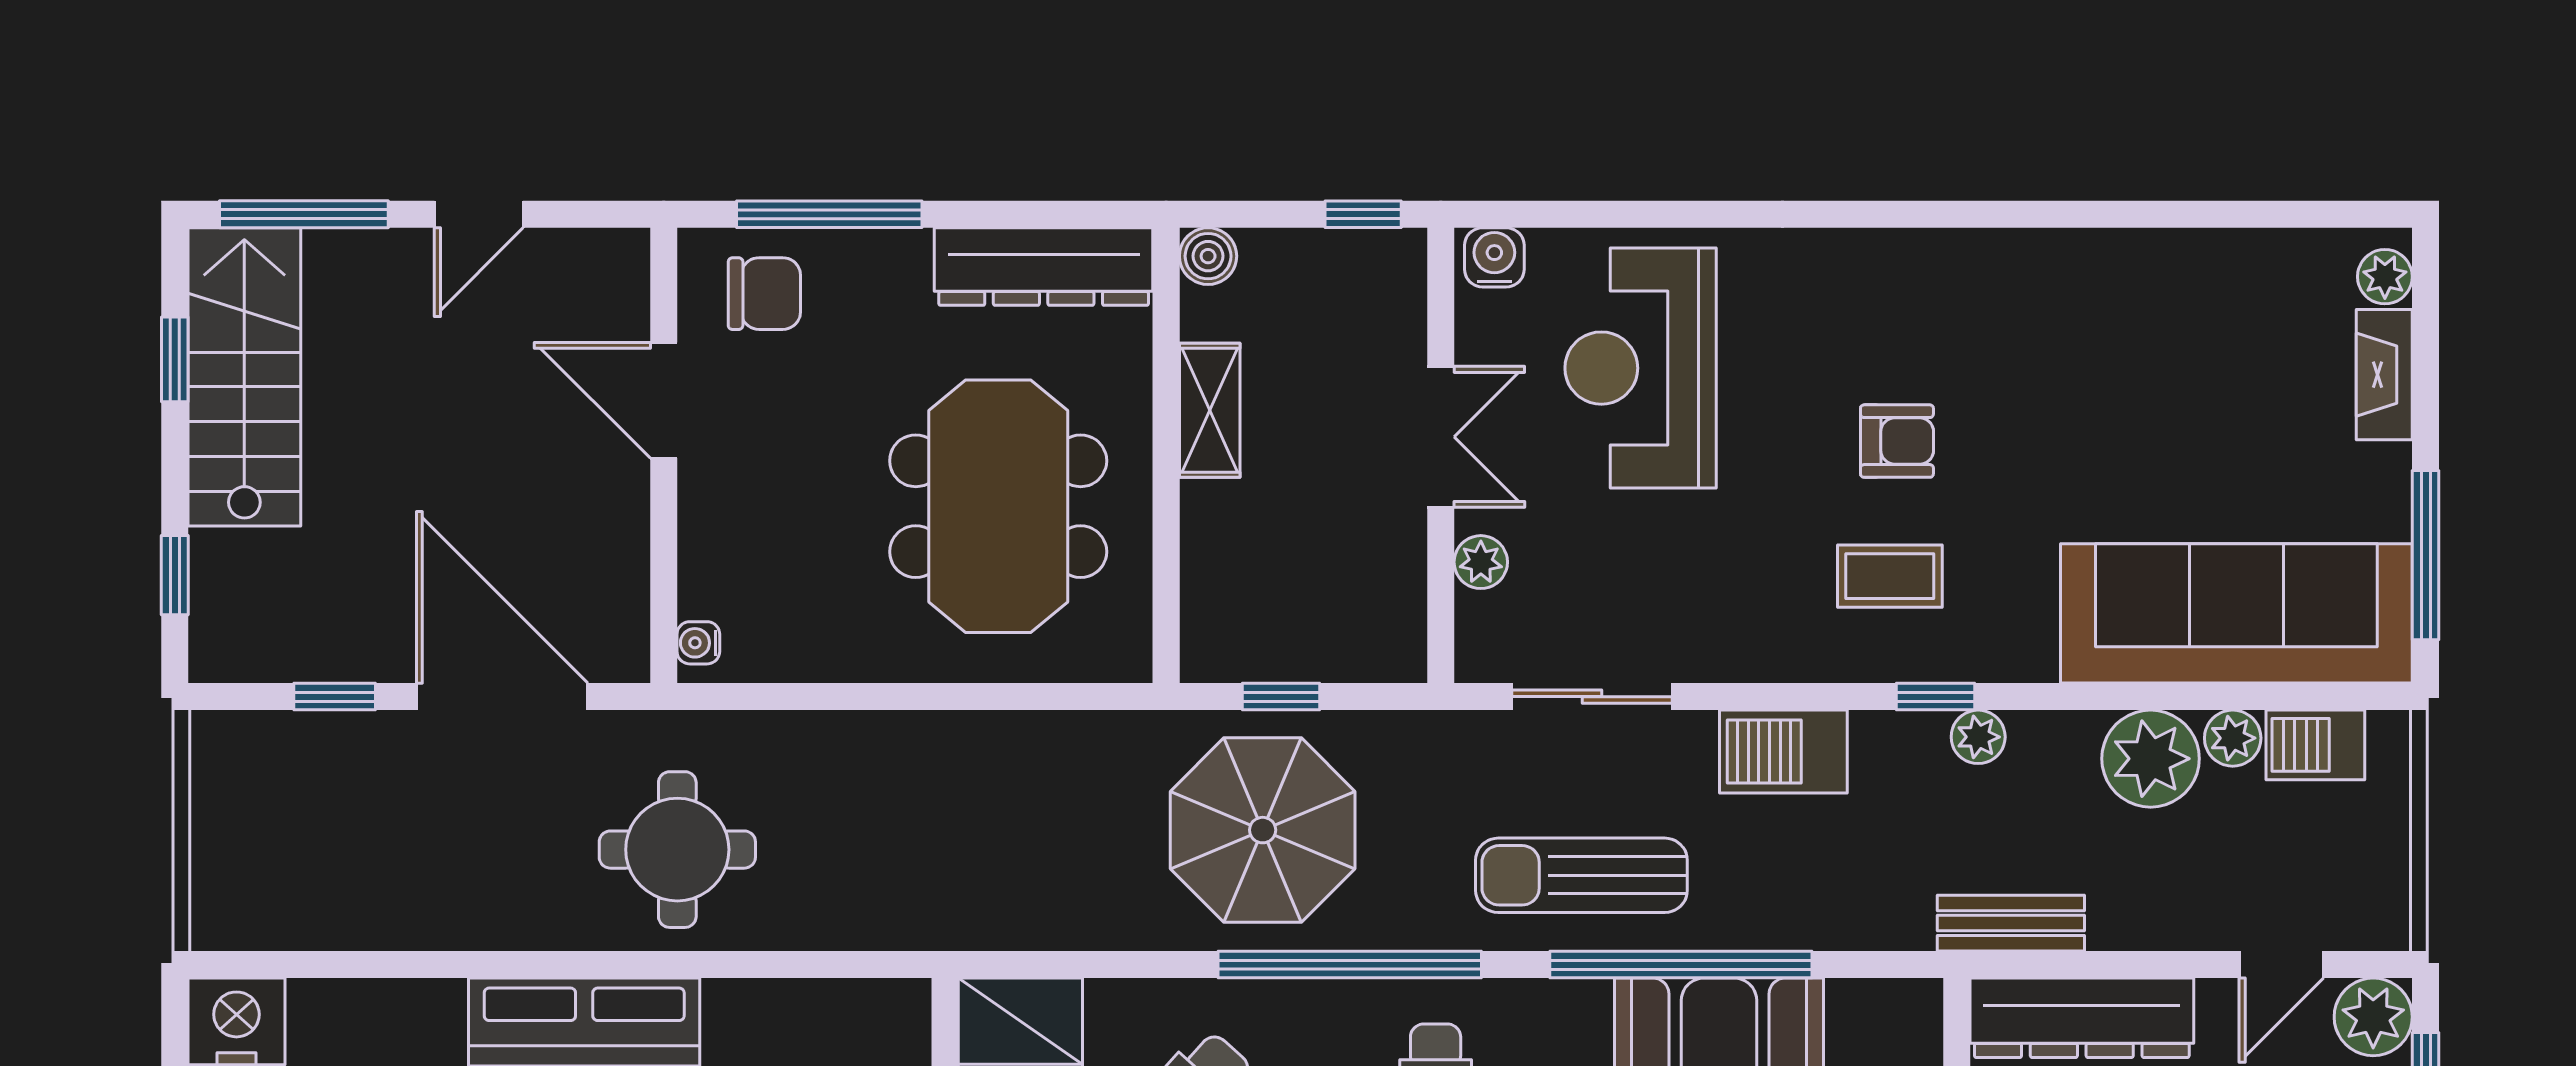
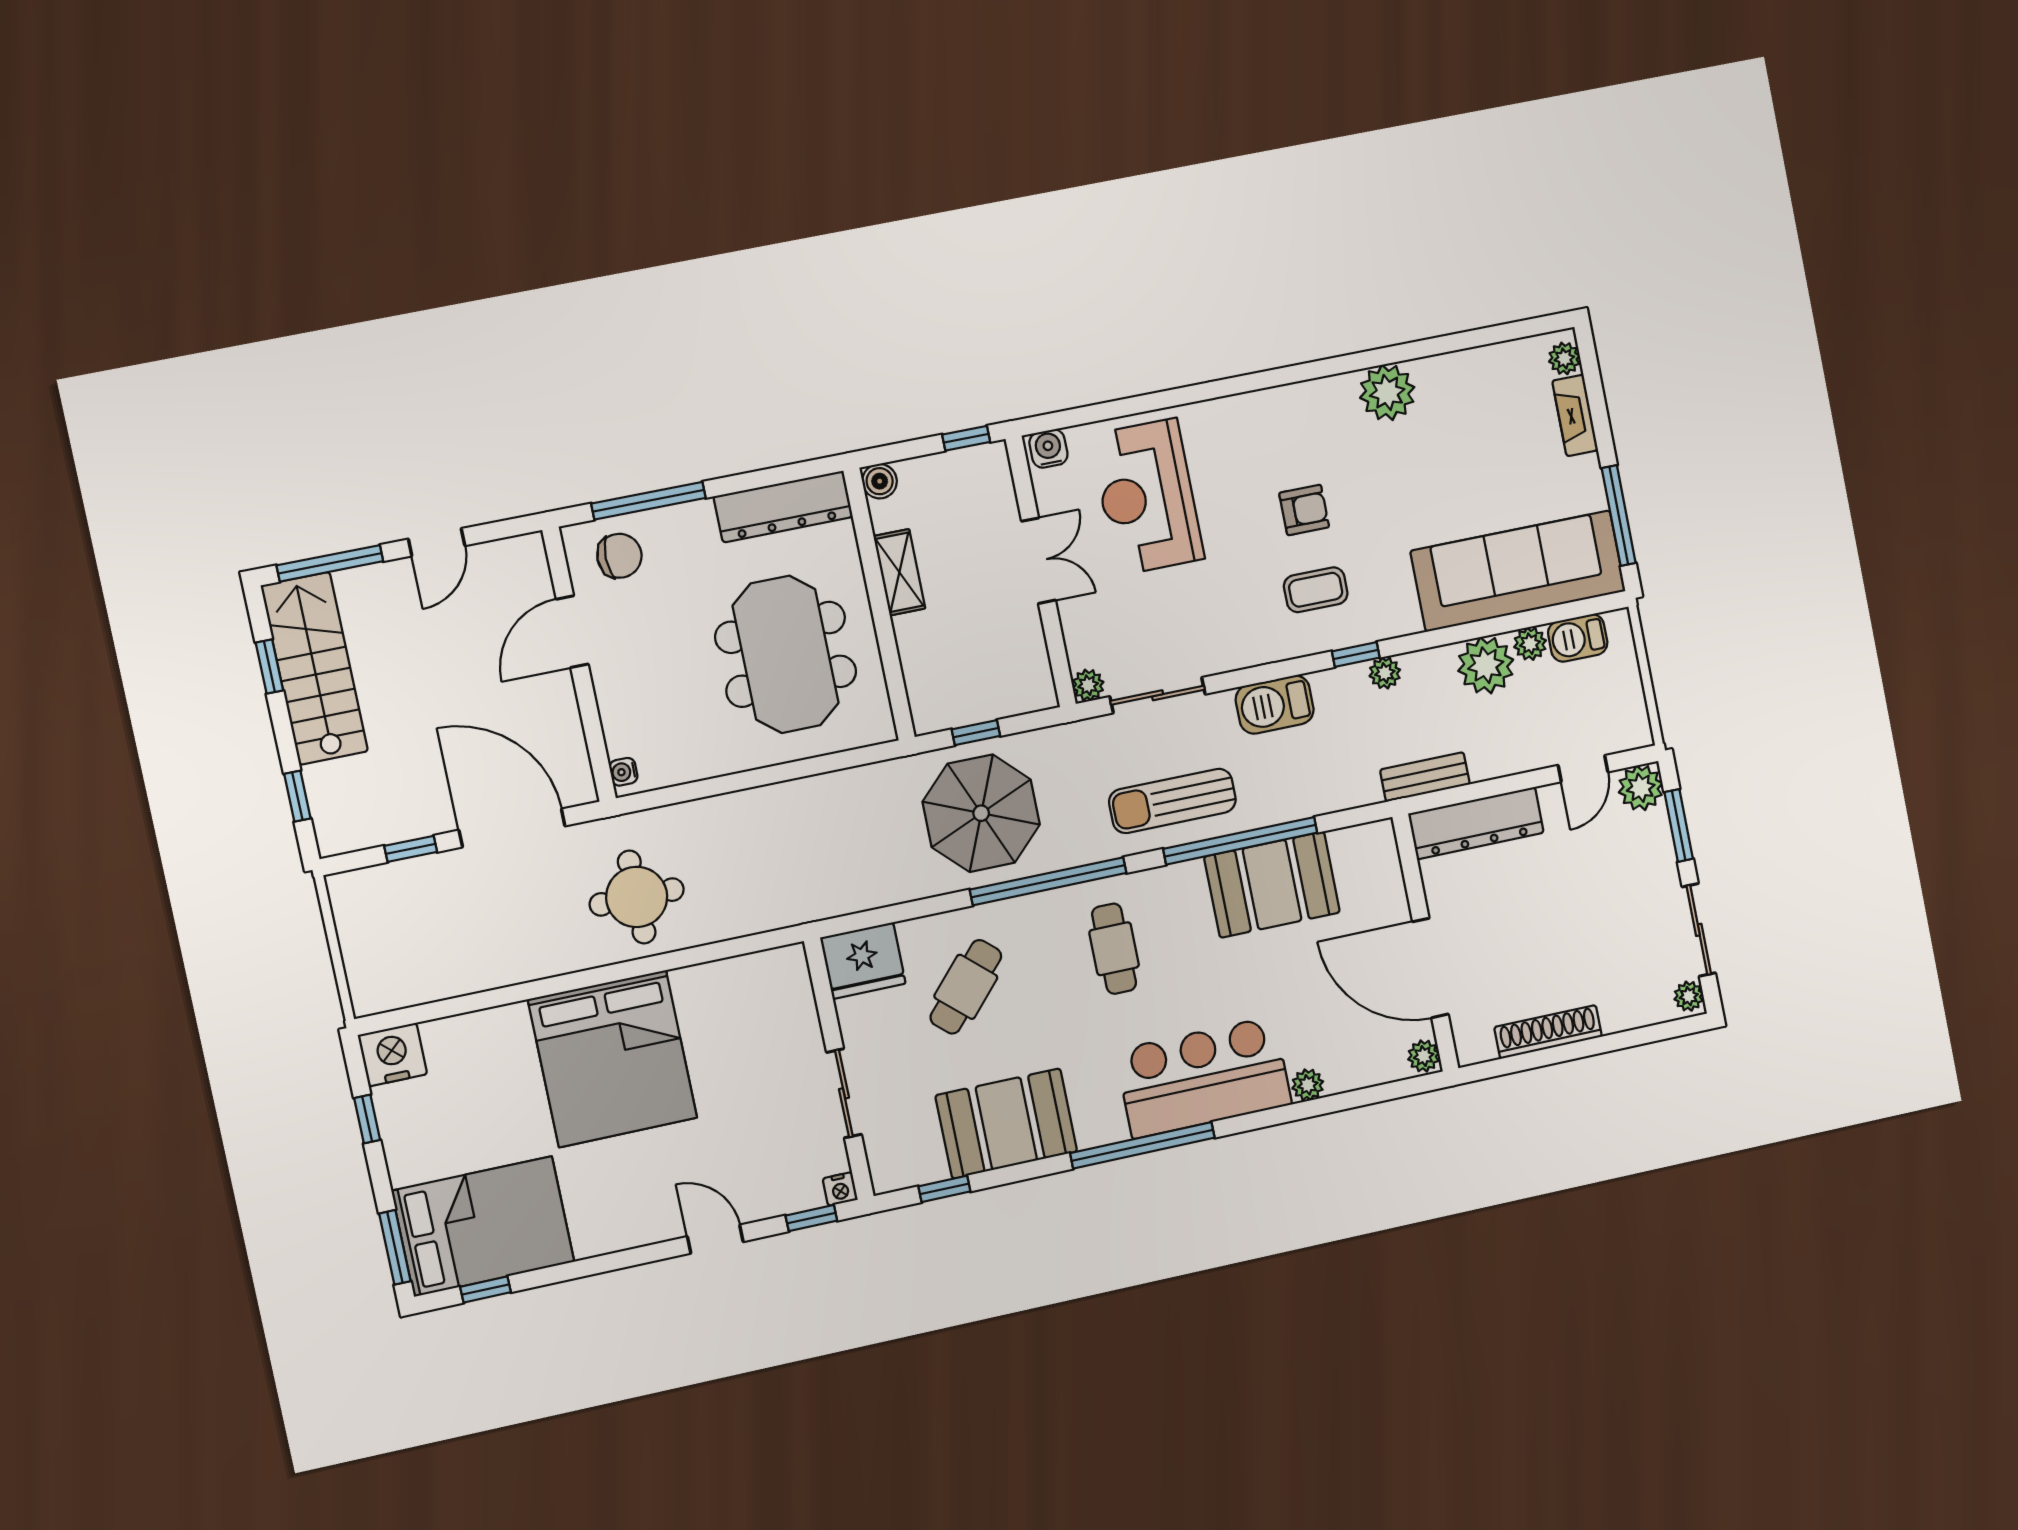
plant: (2075, 275) -> (1387, 392), added
door: (664, 400) -> (572, 632), hinge flipped
plant: (1481, 562) -> (1088, 685), moved

